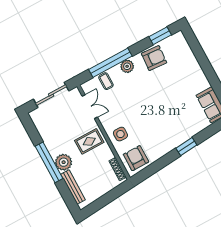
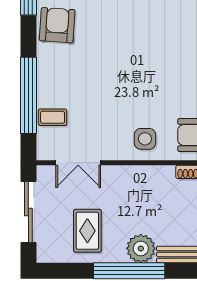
plant: (127, 66) -> (48, 73), removed
double door: (90, 107) -> (78, 163), swing flipped
rug: (89, 141) -> (87, 231), moved

